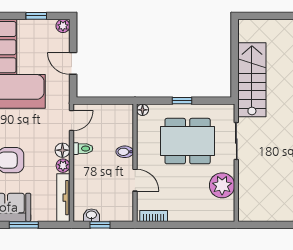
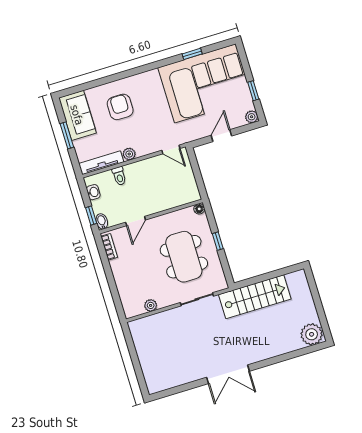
toilet: (83, 149) -> (119, 176), moved
floor lamp: (62, 150) -> (143, 149), removed
bidet: (125, 152) -> (102, 221), moved
plant: (222, 185) -> (151, 305), width x0.53, depth x0.53
window: (100, 225) -> (91, 215), moved

